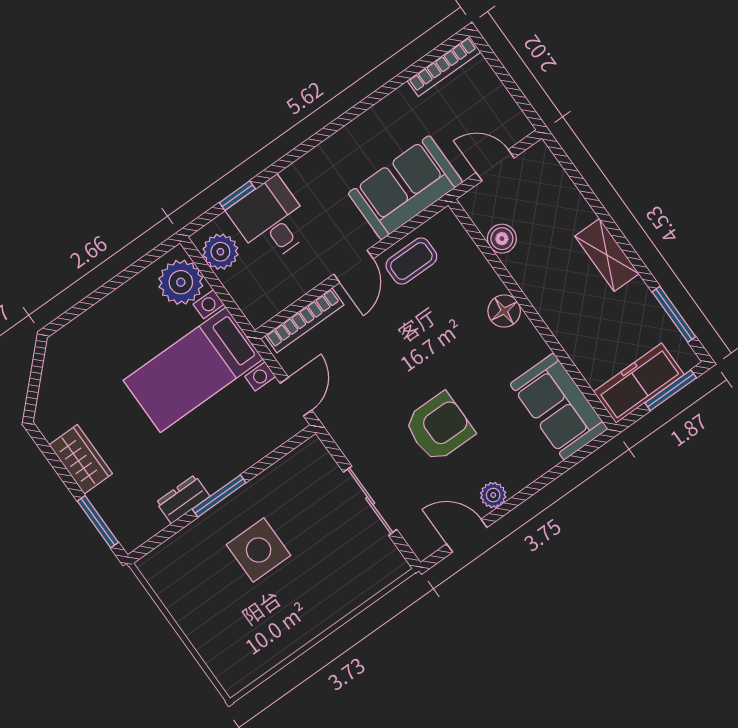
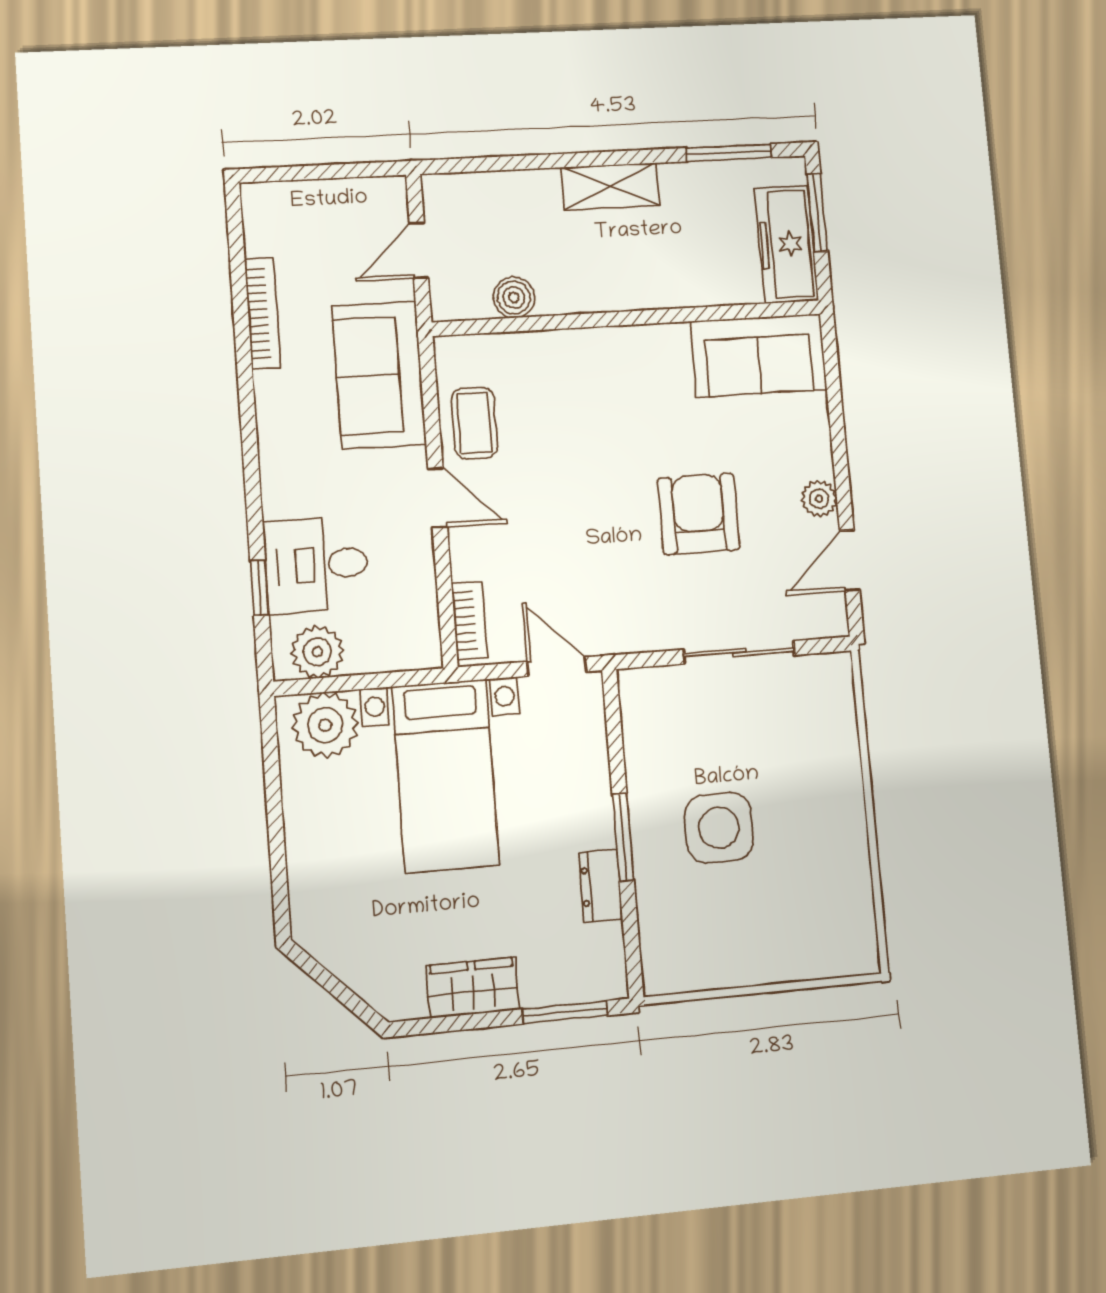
bookcase: (444, 66) -> (262, 313), moved
floor lamp: (504, 311) -> (604, 349), removed
bookcase: (304, 320) -> (469, 620), width x0.64

